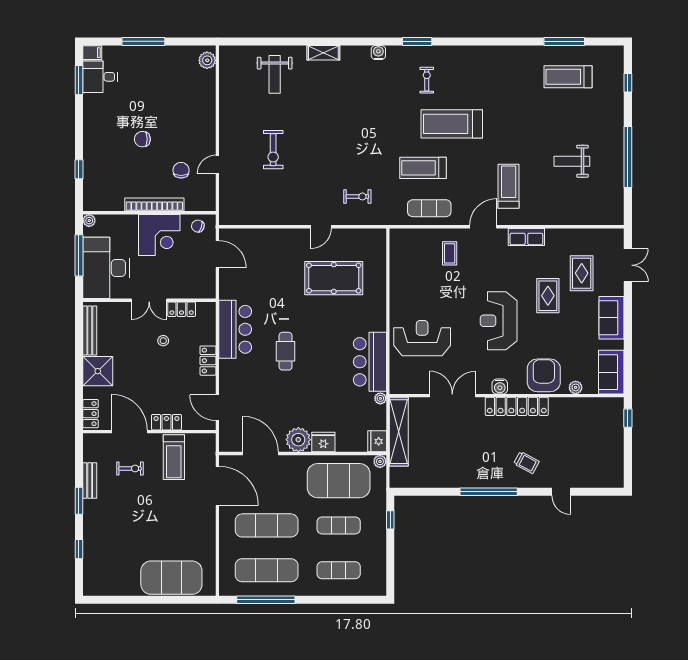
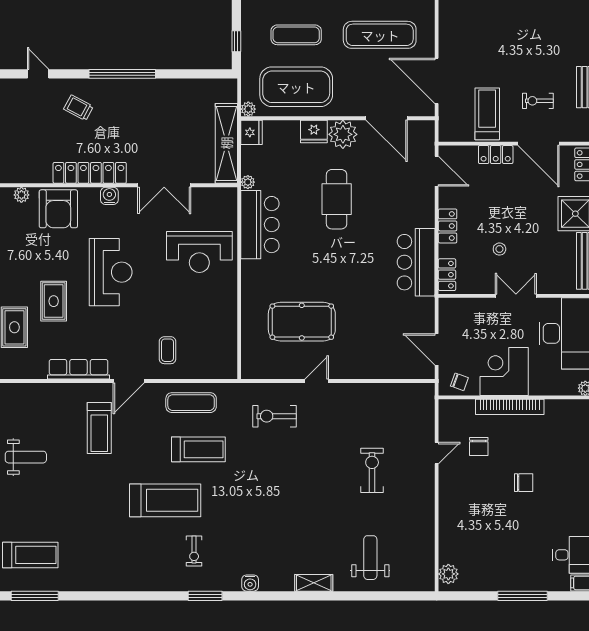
exercise bike: (357, 196) -> (274, 416), width x1.38, depth x1.39
row of seats: (526, 237) -> (78, 369), width x1.48
locker: (182, 309) -> (447, 275), moved, turned 90
cafe table: (286, 351) -> (337, 199), moved, width x1.37, depth x1.35

